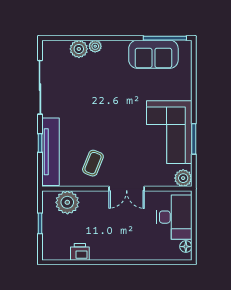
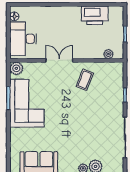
tv unit: (51, 152) -> (117, 88), removed
plant: (67, 202) -> (108, 54), width x0.53, depth x0.53
printer: (80, 252) -> (95, 15), width x1.87, depth x1.48

